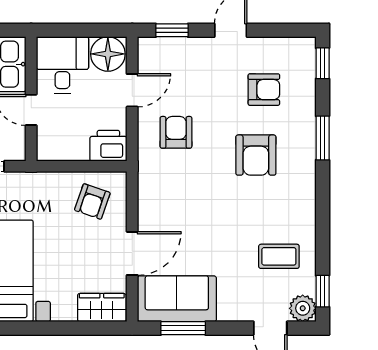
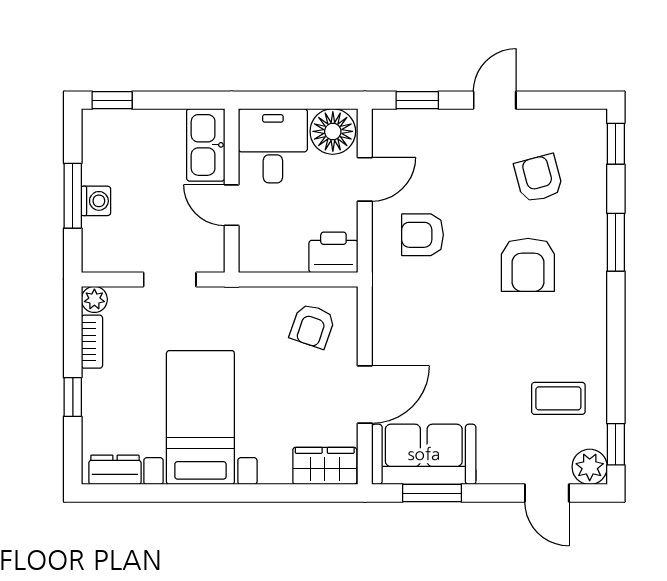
armchair: (264, 90) -> (539, 178), turned -105
armchair: (176, 132) -> (423, 235), turned -90

